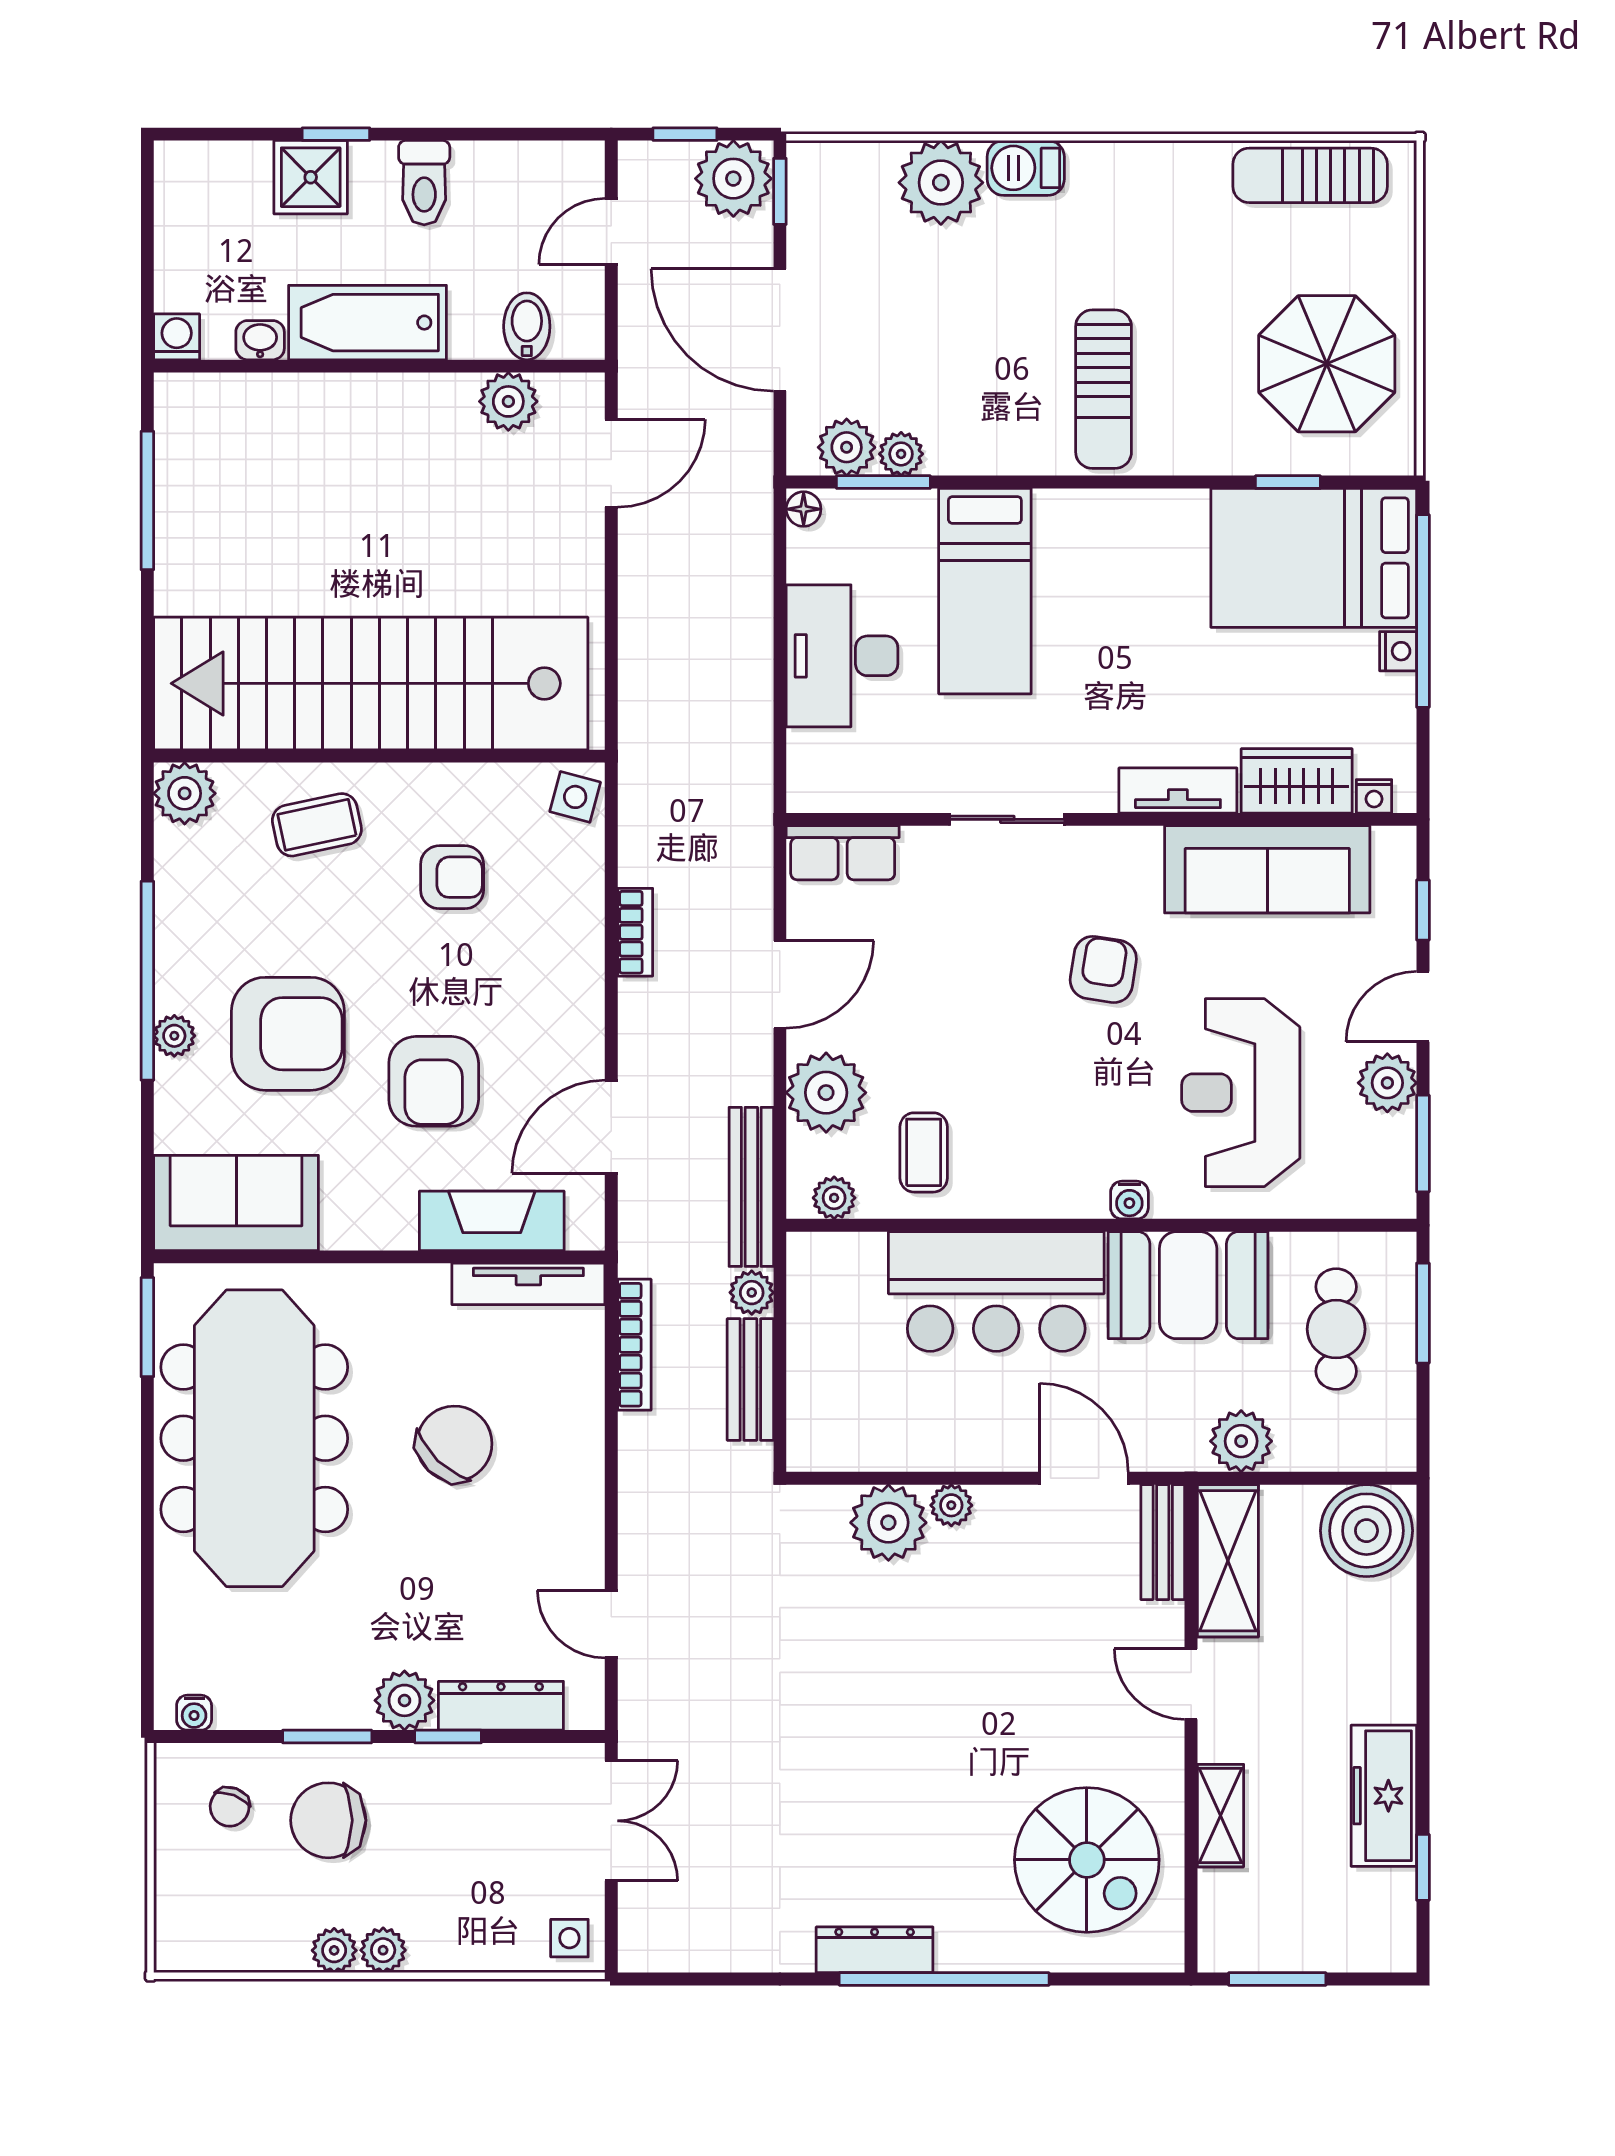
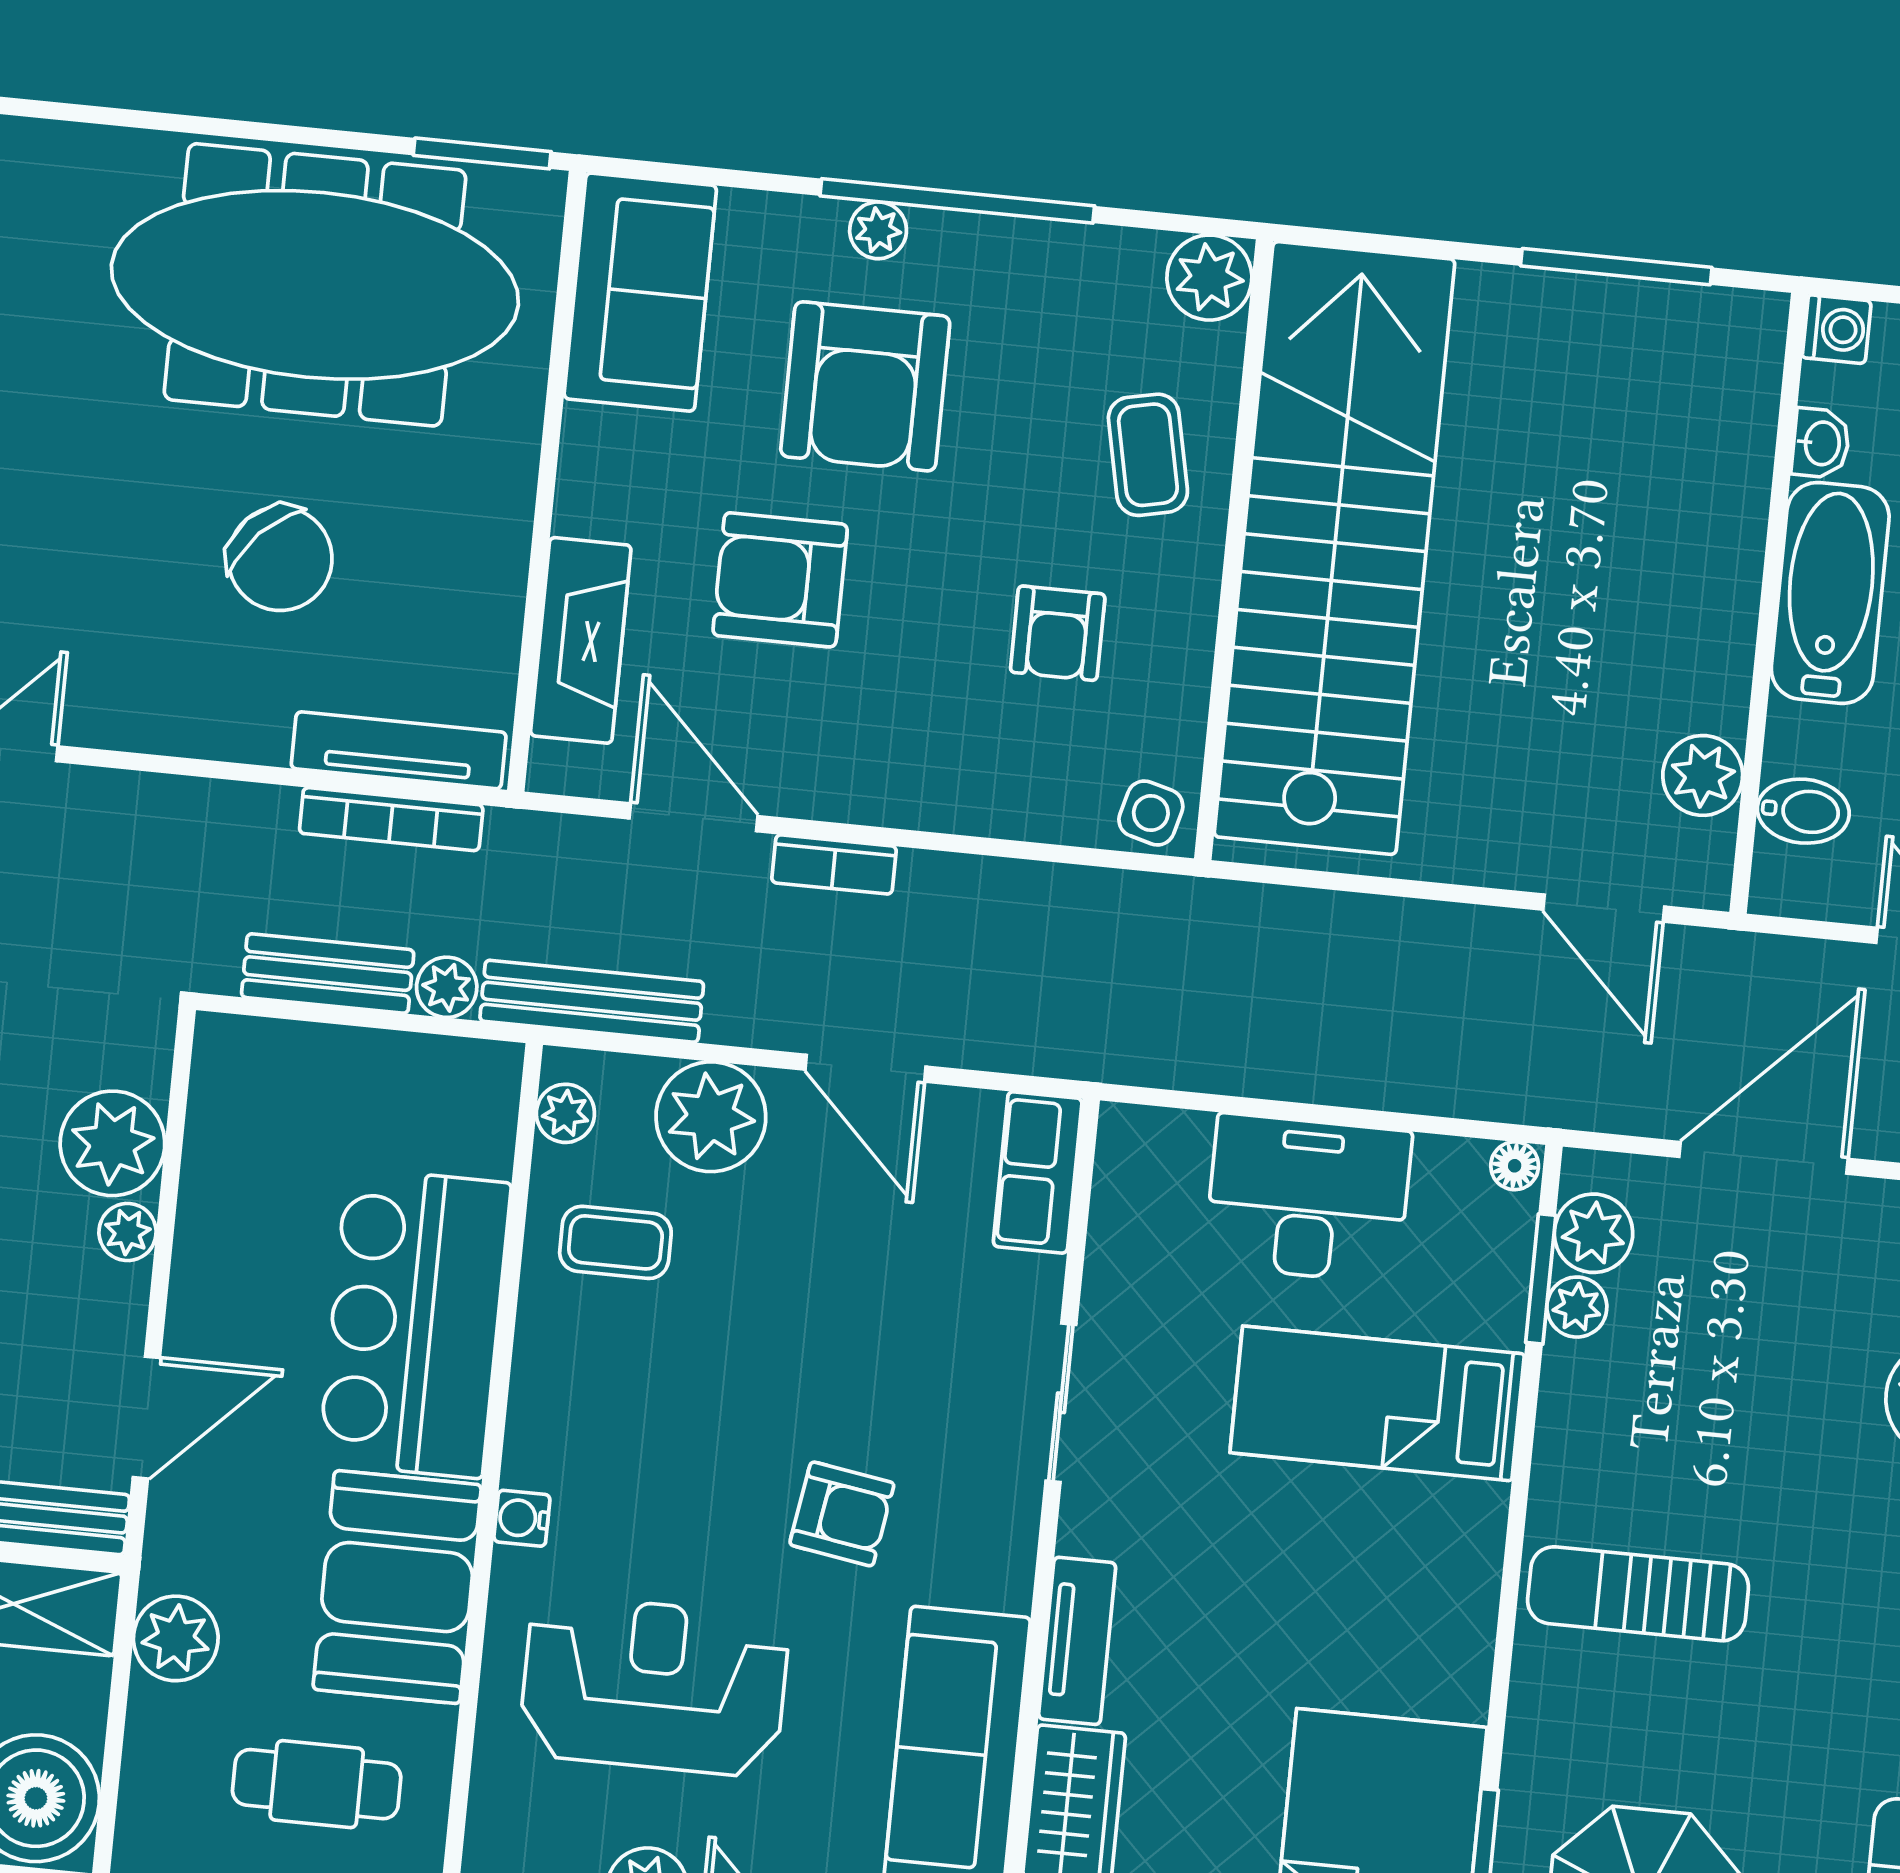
bookcase: (635, 932) -> (834, 864), moved
tv unit: (528, 1284) -> (399, 750), moved, turned 90

